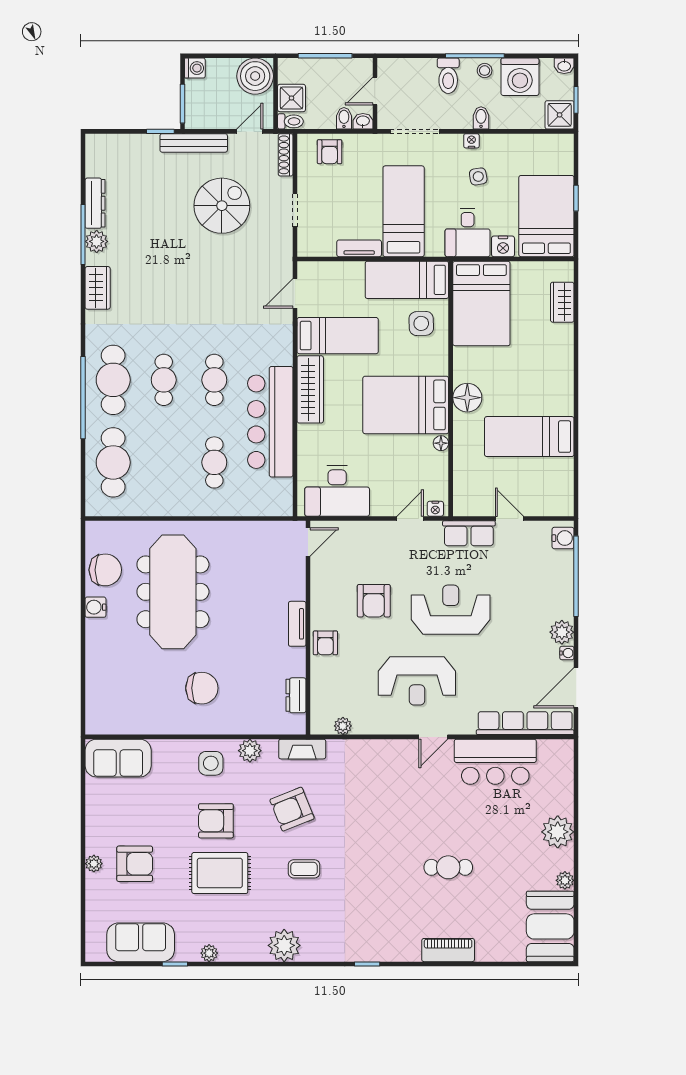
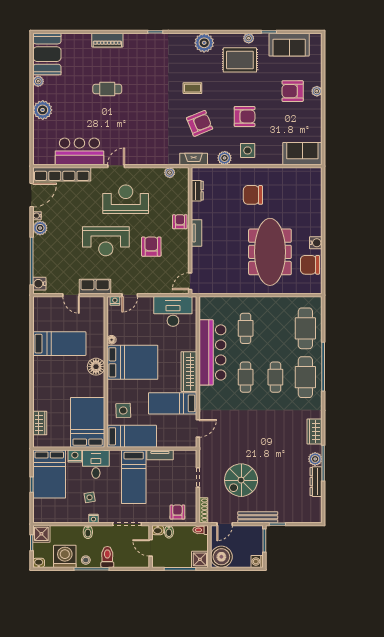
door: (375, 91) -> (151, 548), swing flipped
shower: (291, 98) -> (200, 559), moved
rug: (220, 873) -> (240, 60), moved

